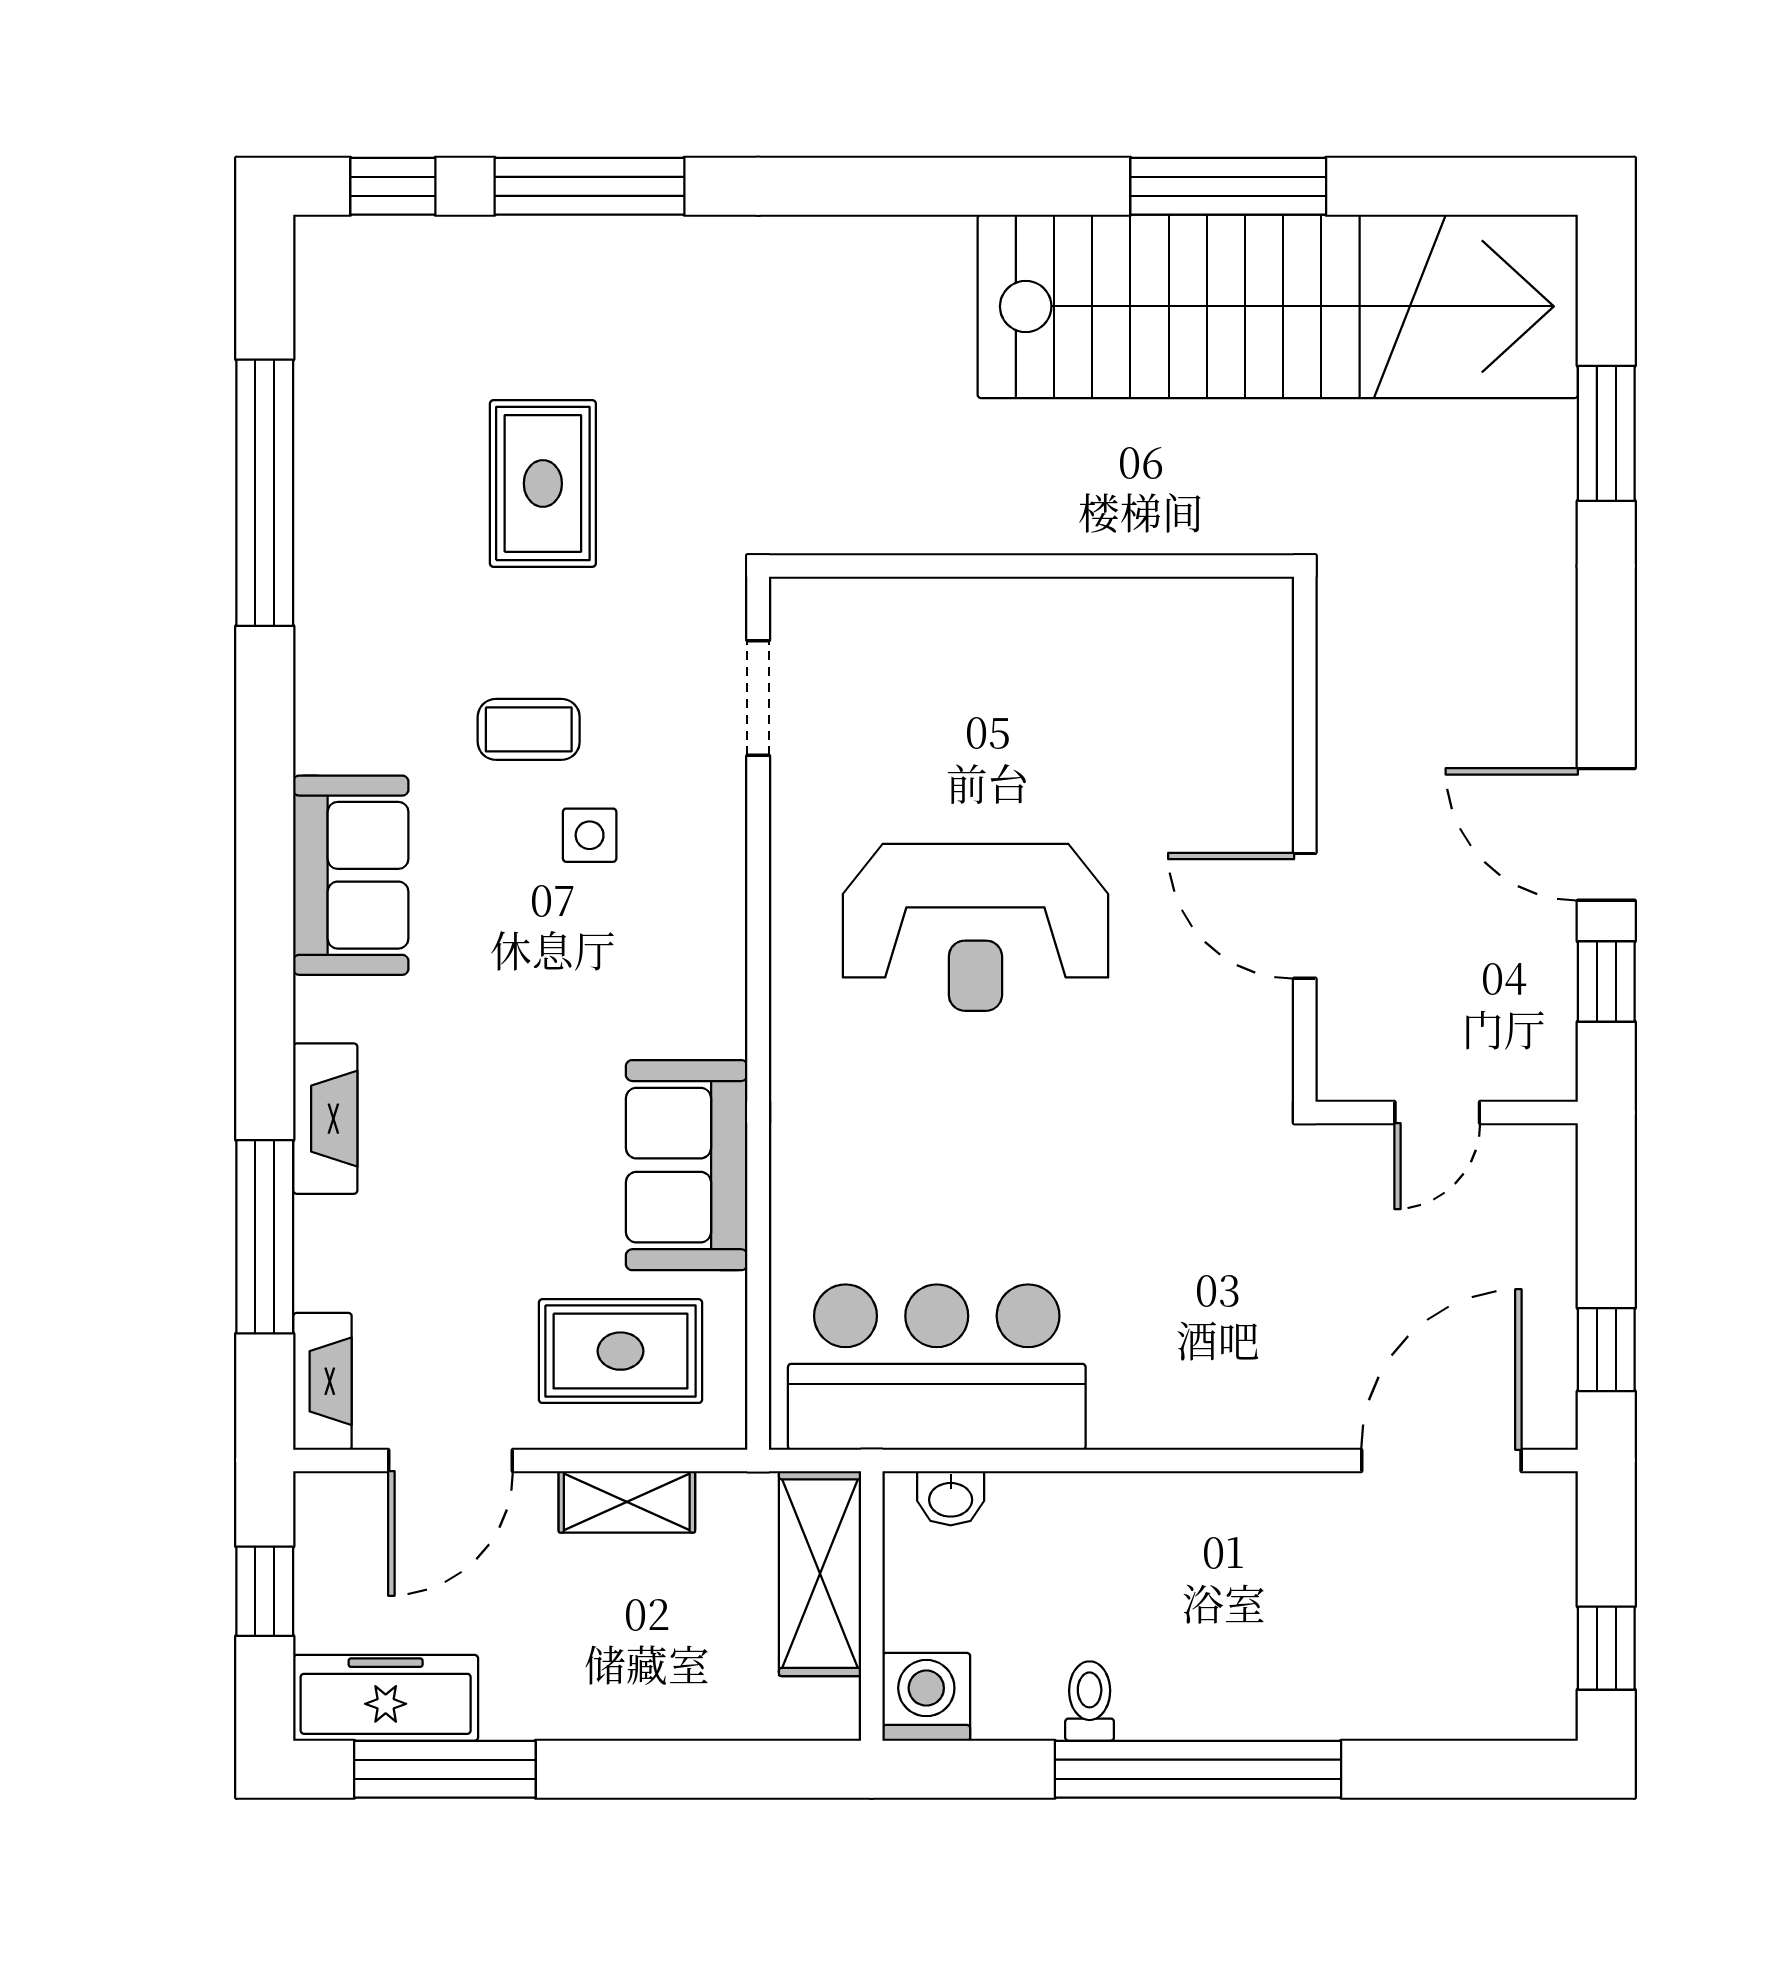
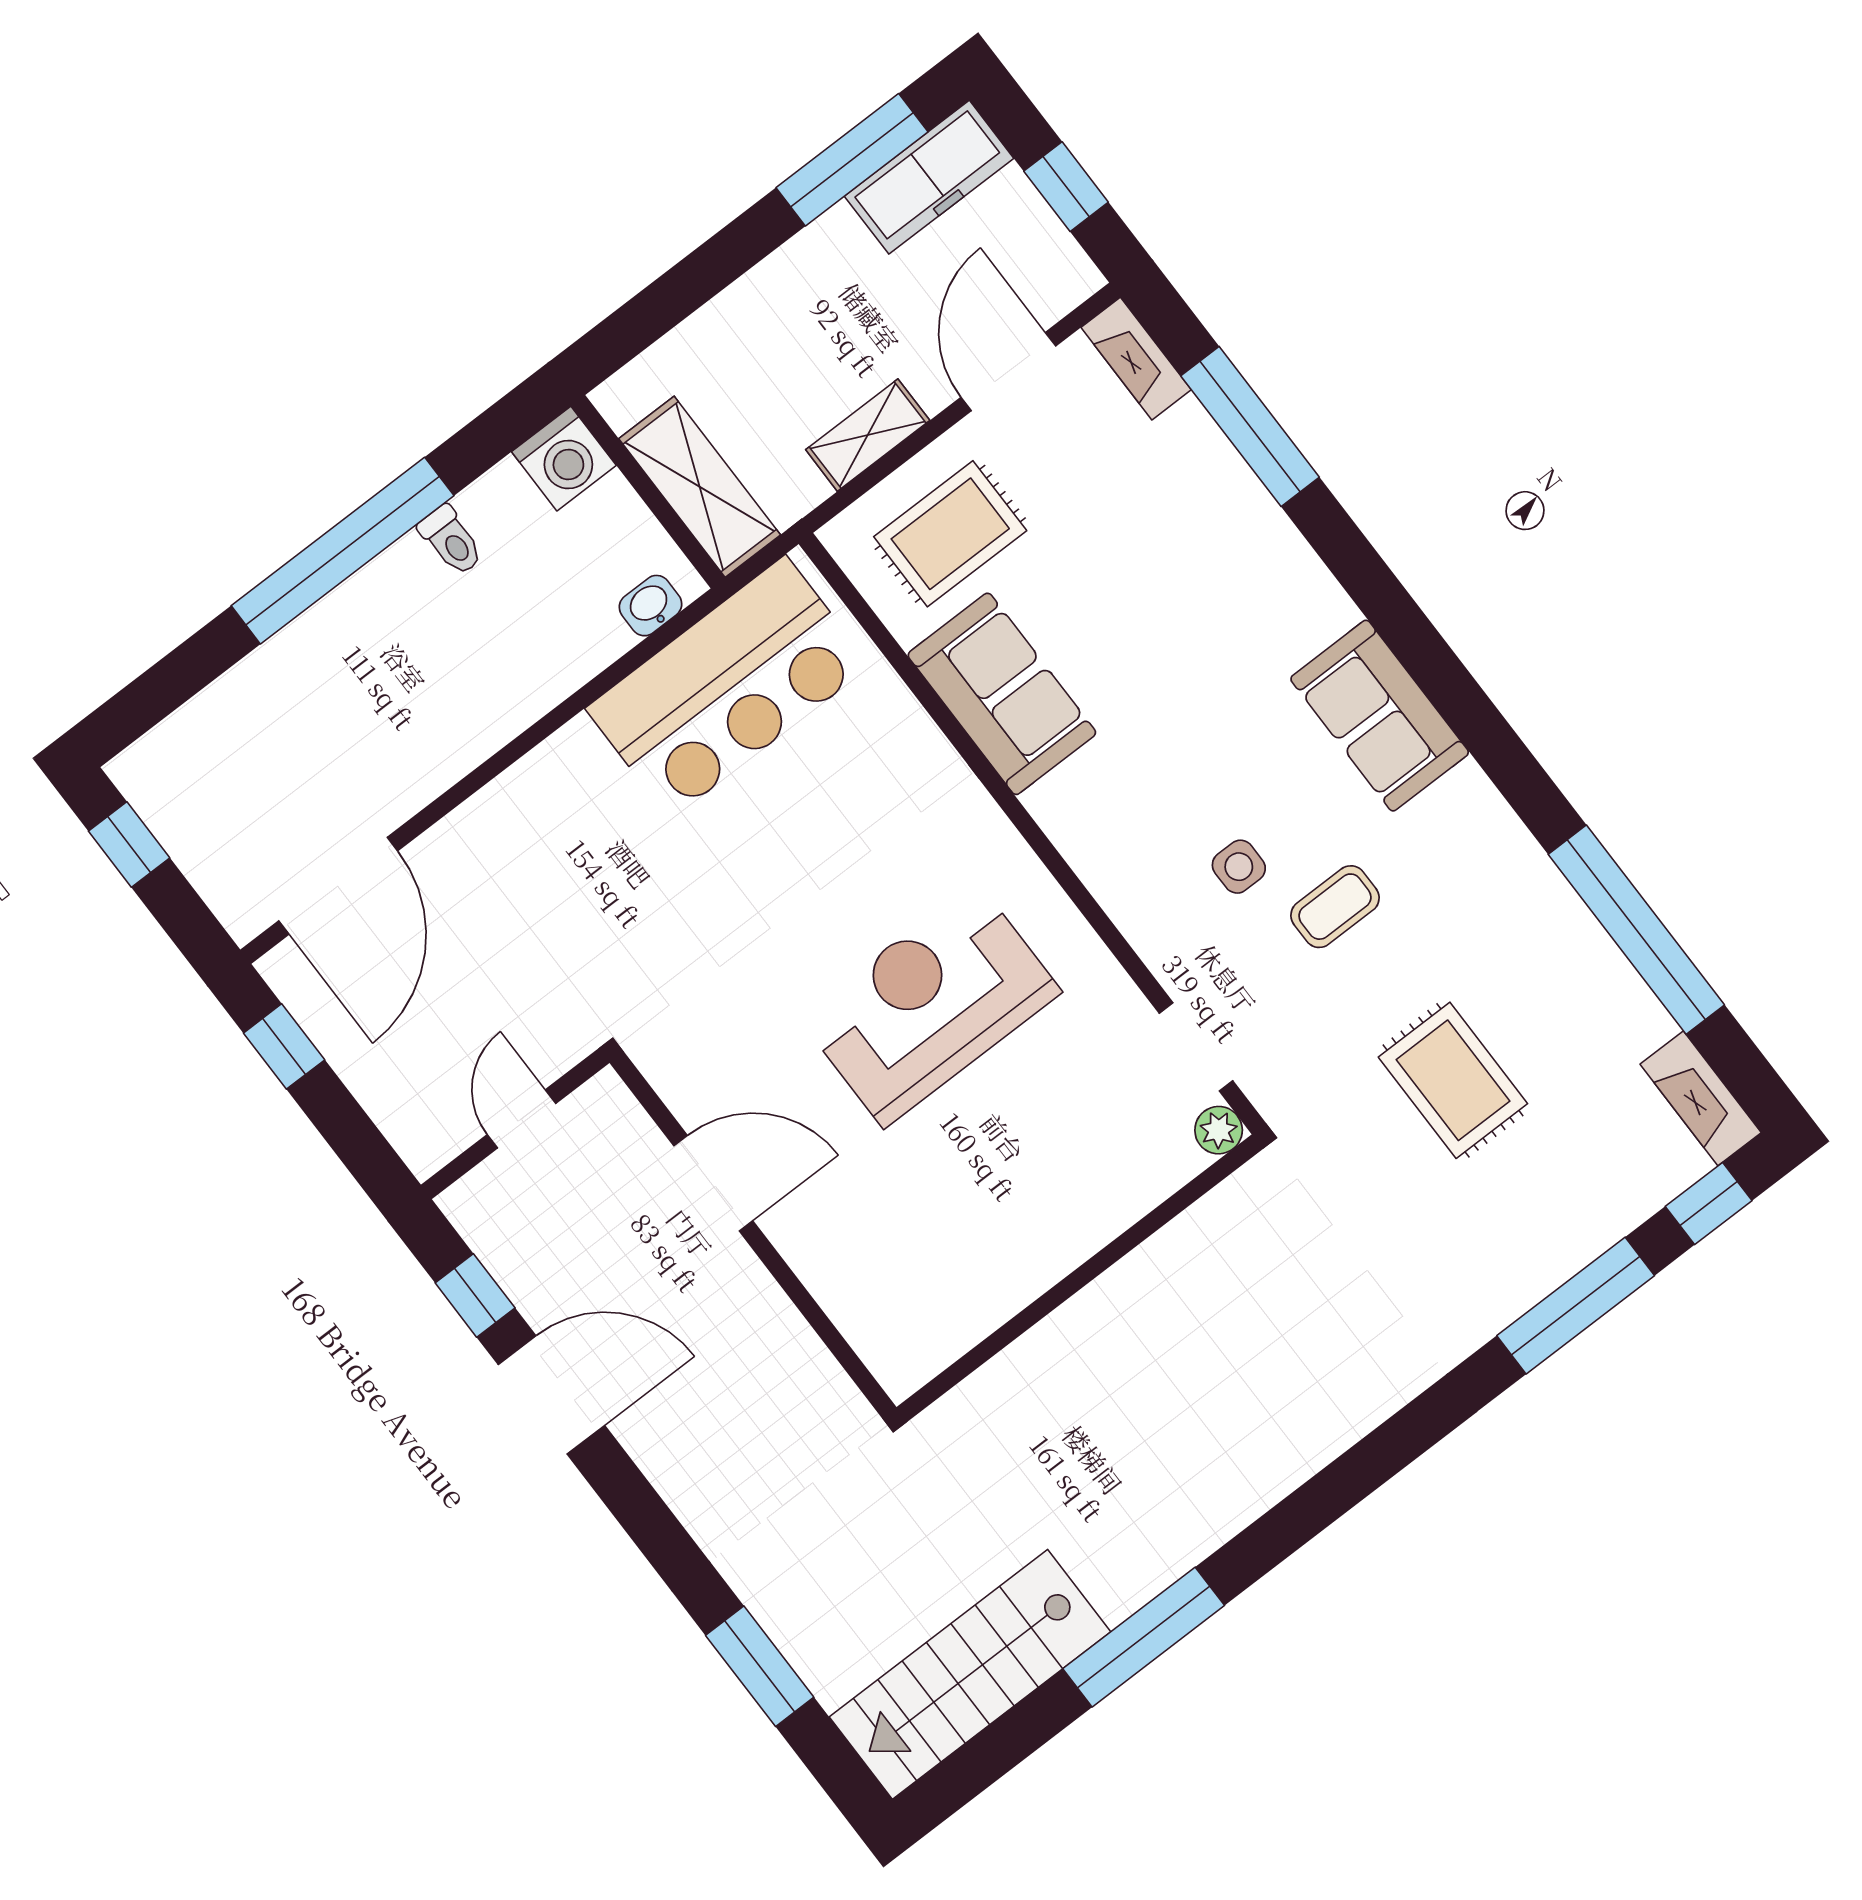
stairs: (1278, 306) -> (970, 1674), width x0.54, depth x0.66
plant: (797, 605) -> (1219, 1130), added
fireplace: (325, 1119) -> (1701, 1098), moved

